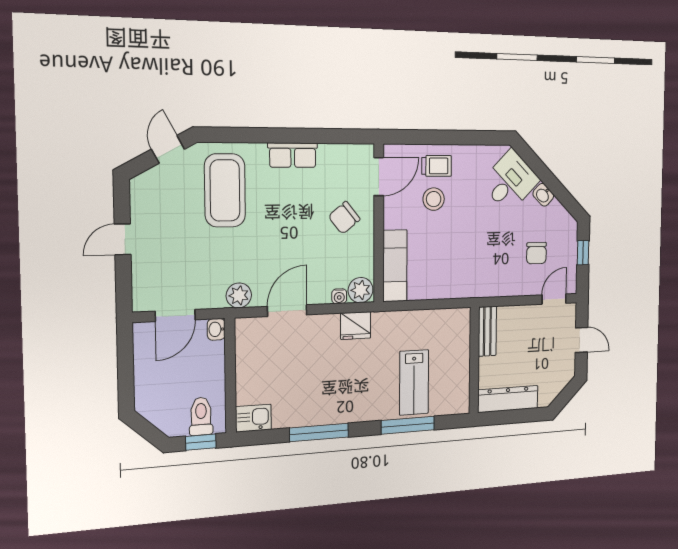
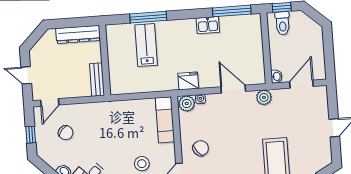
chair: (536, 253) -> (66, 133), turned 131
door: (287, 311) -> (233, 89), swing flipped
kitchen sink: (253, 418) -> (208, 25), moved
window: (319, 432) -> (232, 11), moved

